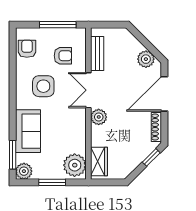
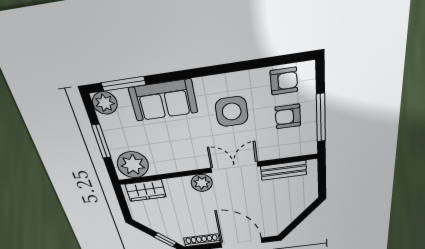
armchair: (63, 56) -> (288, 116), moved, turned 90
plant: (146, 59) -> (281, 221), removed

